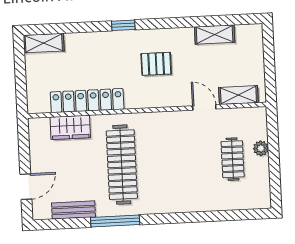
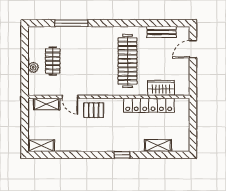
shelving: (215, 35) -> (41, 146), moved
shelving: (44, 43) -> (158, 146), moved
pallet: (156, 64) -> (94, 110), moved
window: (115, 221) -> (71, 23), moved

